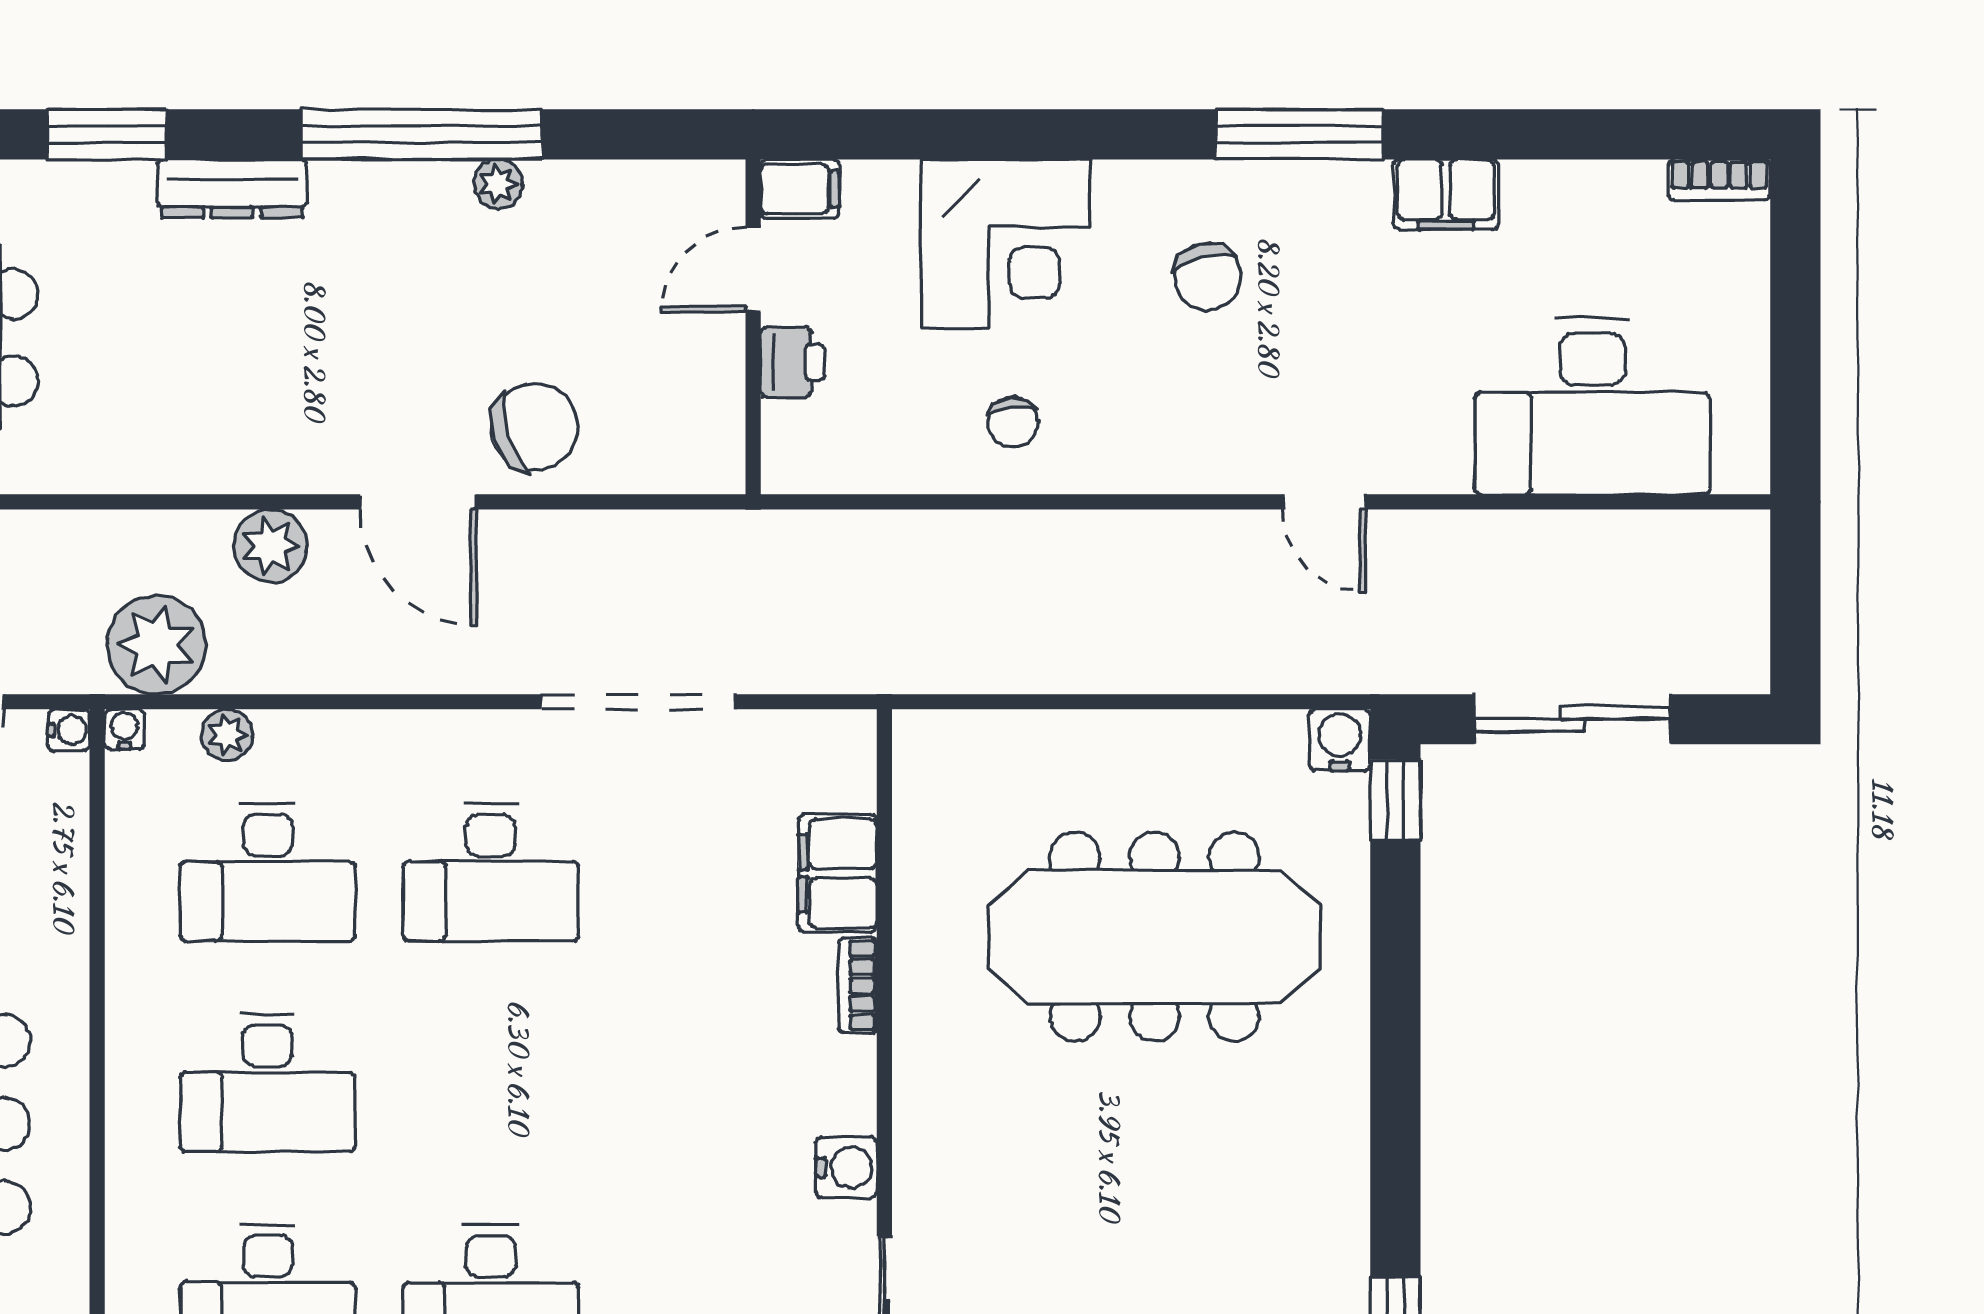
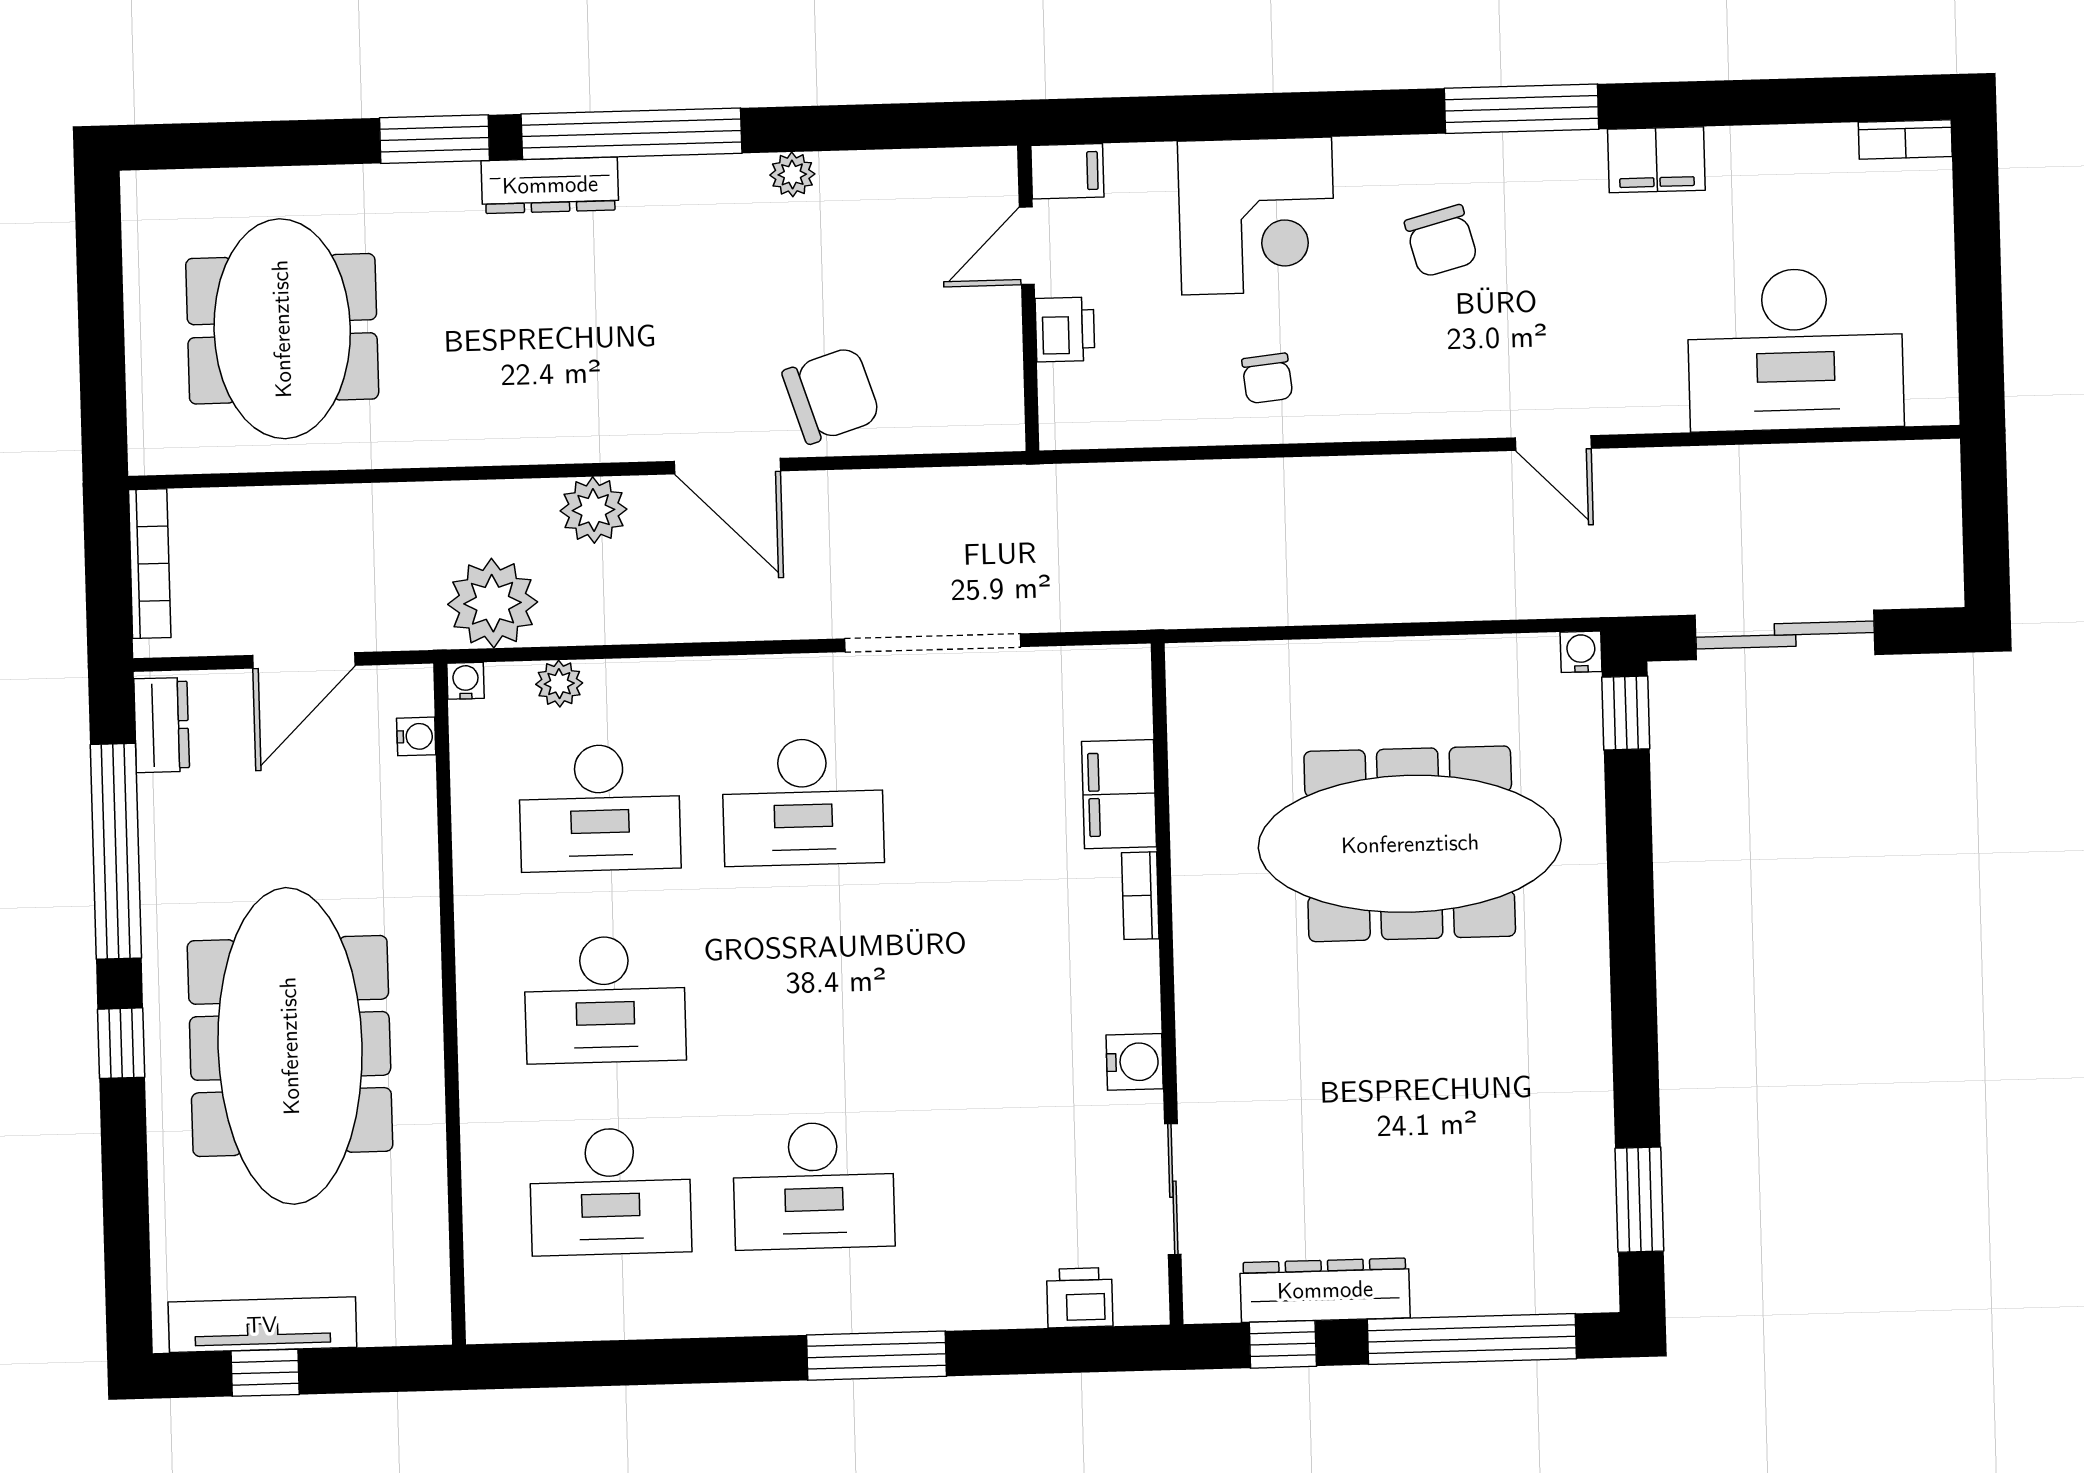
window: (422, 134) -> (632, 134), moved
water cooler: (69, 730) -> (416, 736), moved
water cooler: (1340, 740) -> (1581, 652), width x0.72, depth x0.72

